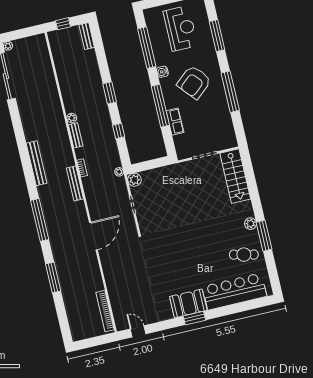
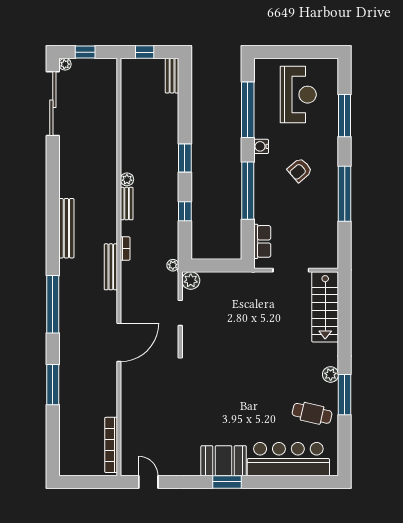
window: (20, 34) -> (85, 52), added
armchair: (194, 82) -> (300, 170), width x0.53, depth x0.53
row of seats: (175, 122) -> (262, 241), moved

